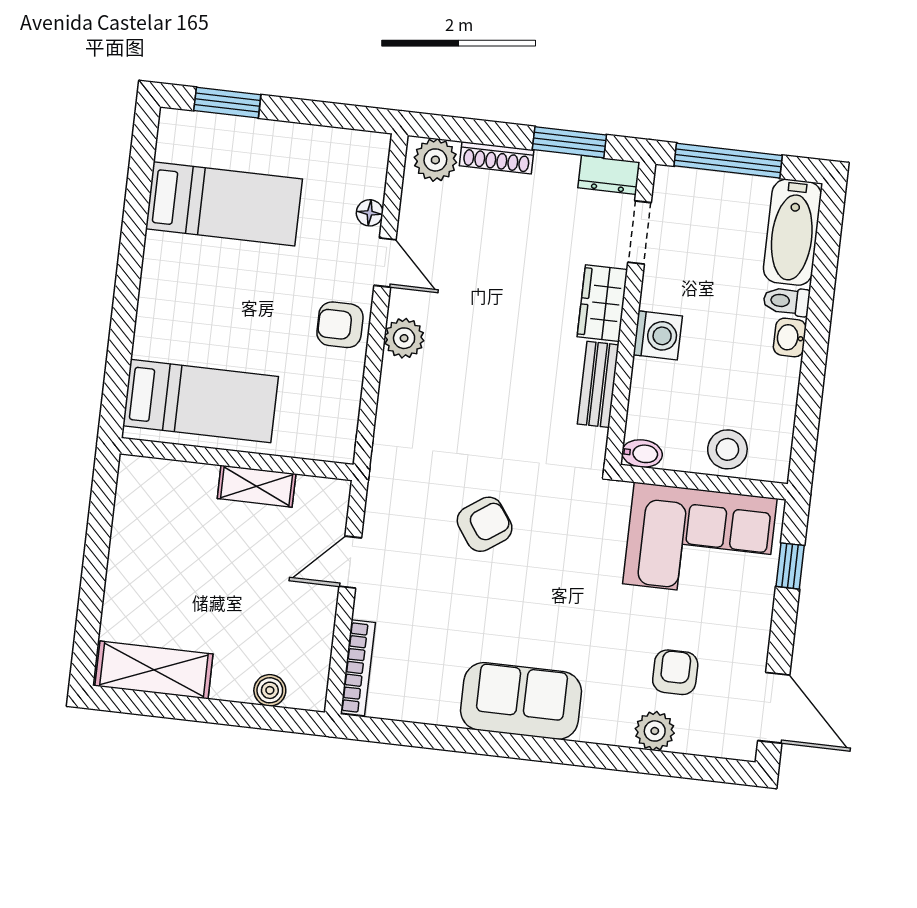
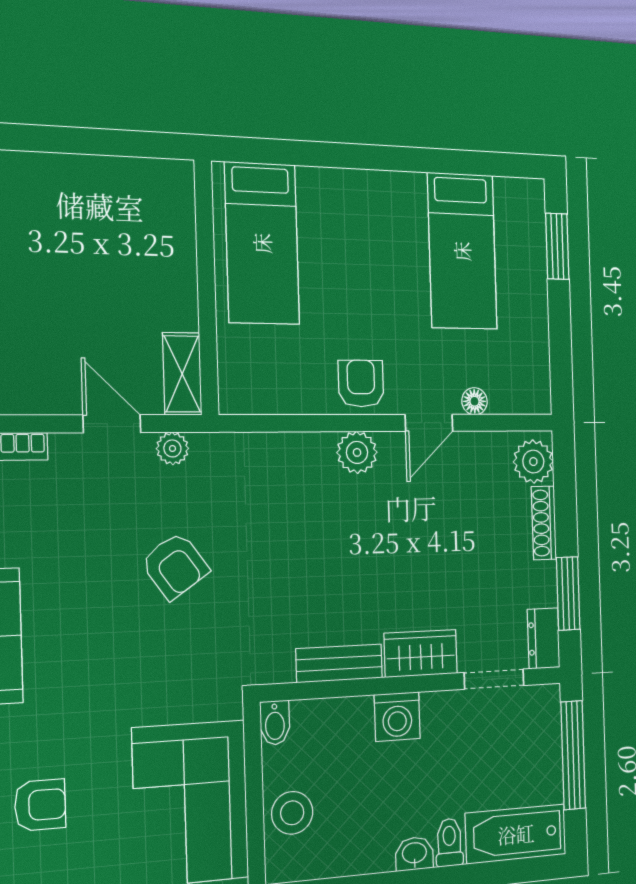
shelving: (257, 486) -> (182, 374), moved
plant: (379, 511) -> (172, 448), added

